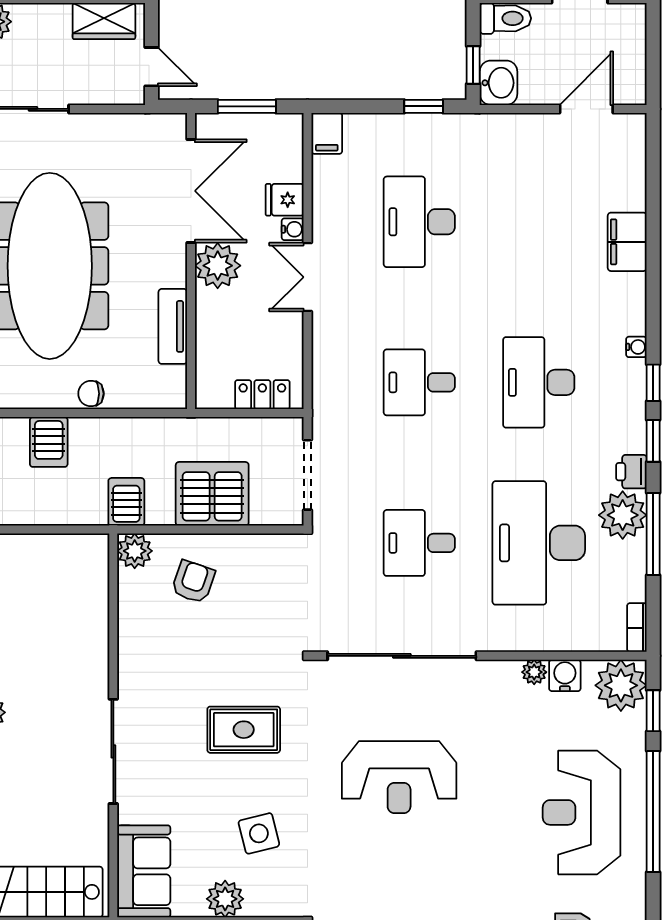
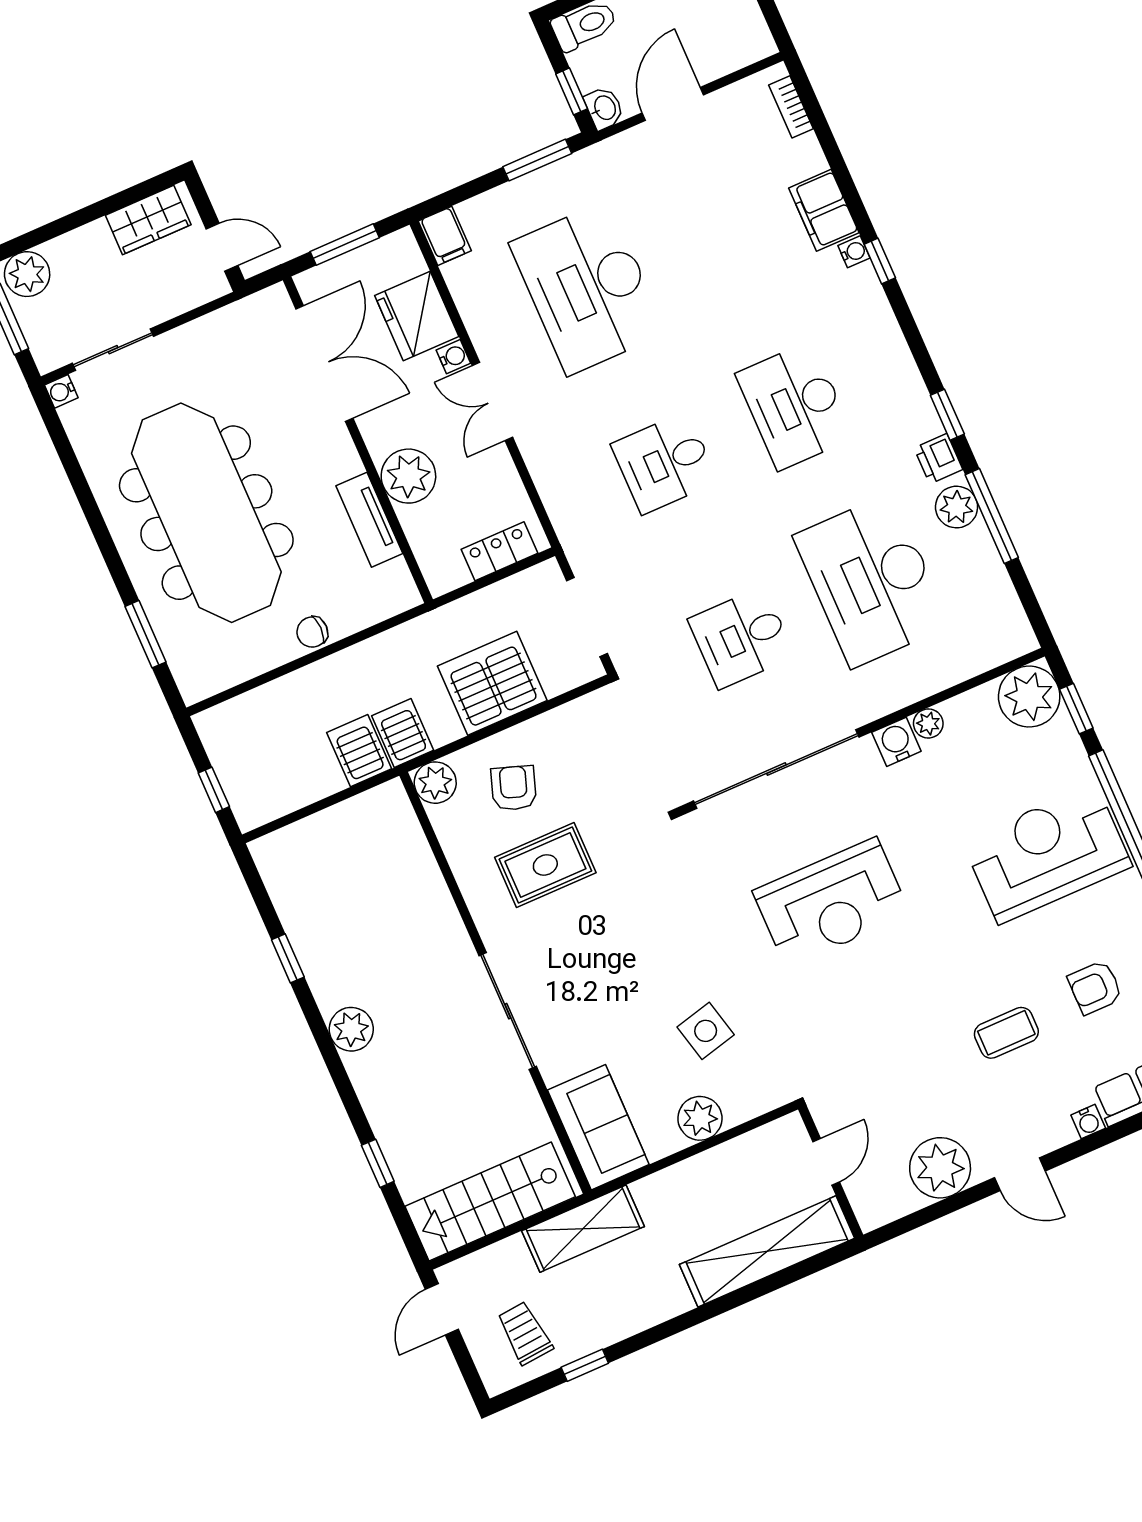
washbasin: (498, 83) -> (604, 108), width x0.72, depth x0.69
window: (424, 106) -> (537, 160), width x1.50
door: (586, 109) -> (673, 104), moved
fridge: (285, 200) -> (417, 316), width x1.88, depth x1.34
desk: (419, 222) -> (588, 288), width x1.36, depth x1.30
plant: (218, 266) -> (408, 476), moved
water cooler: (636, 347) -> (854, 252), moved
window: (653, 383) -> (880, 261), moved
server rack: (49, 442) -> (359, 751), moved, turned 180
plant: (623, 515) -> (957, 507), width x0.73, depth x0.73
bookcase: (637, 628) -> (791, 107), moved
water cooler: (565, 675) -> (896, 742), moved
rug: (244, 730) -> (545, 865), moved
reception desk: (582, 812) -> (1047, 854), turned 90

